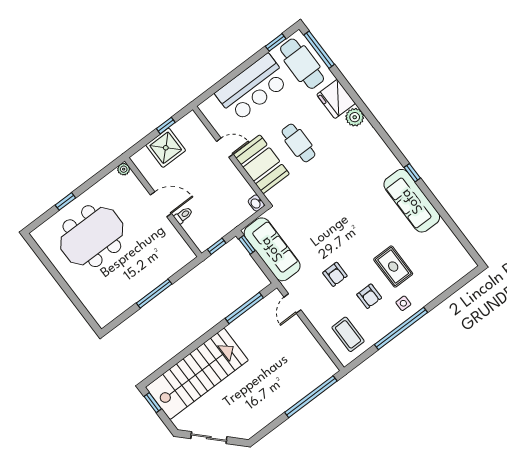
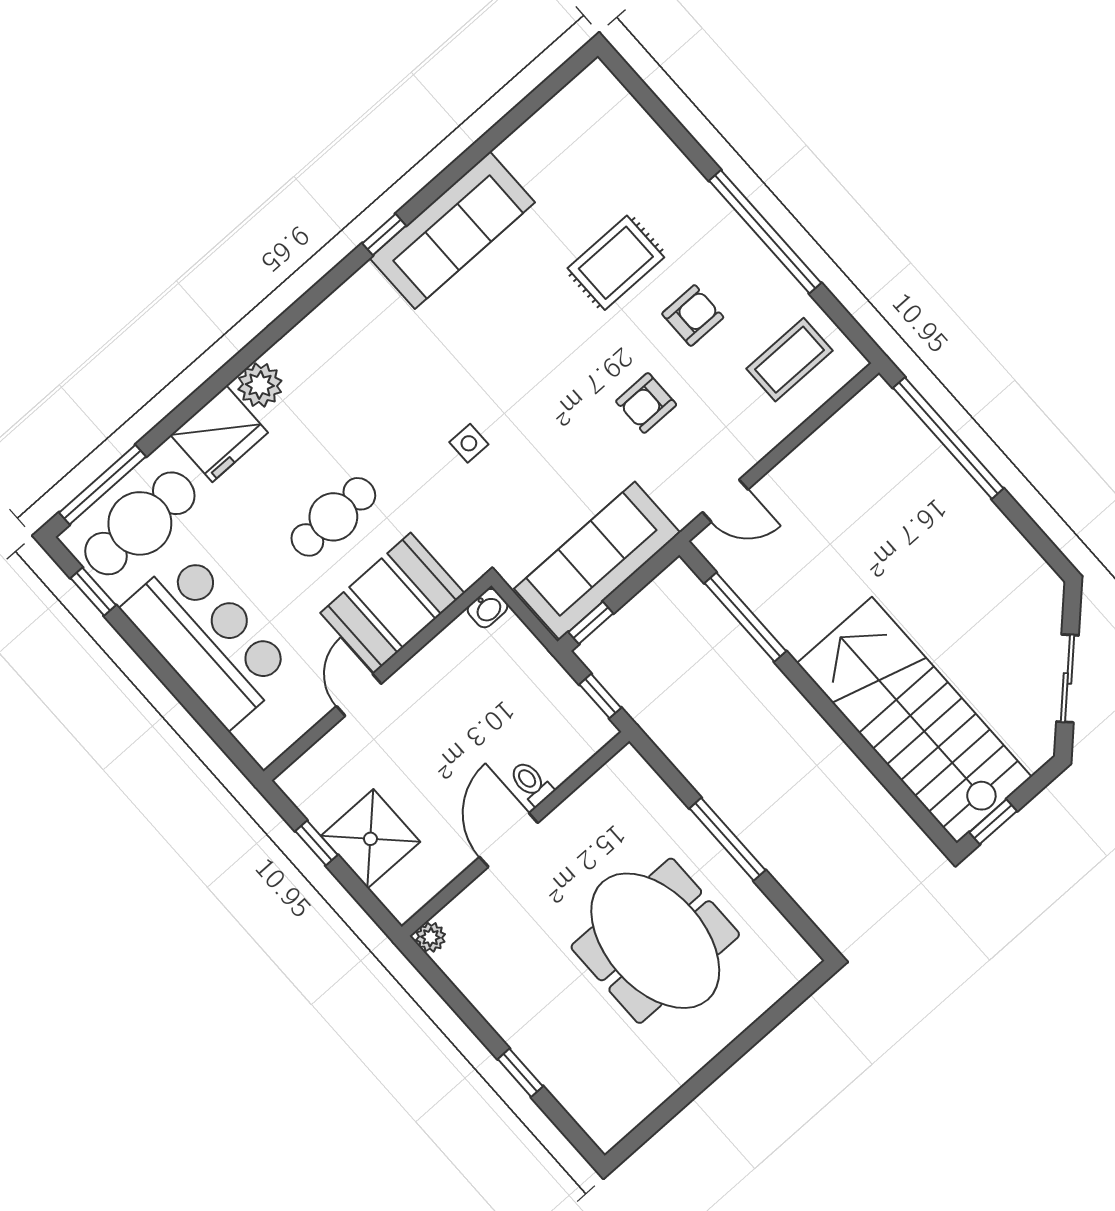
meeting table: (92, 236) -> (655, 941), moved
armchair: (335, 274) -> (646, 403), turned 180
side table: (403, 303) -> (469, 443), moved

